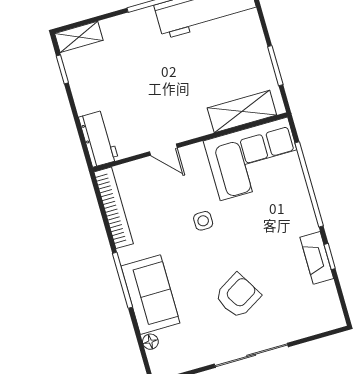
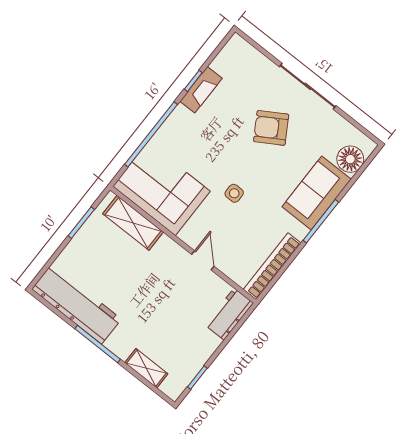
shelving: (79, 37) -> (146, 368), moved
floor lamp: (150, 342) -> (350, 159), width x1.89, depth x1.89

